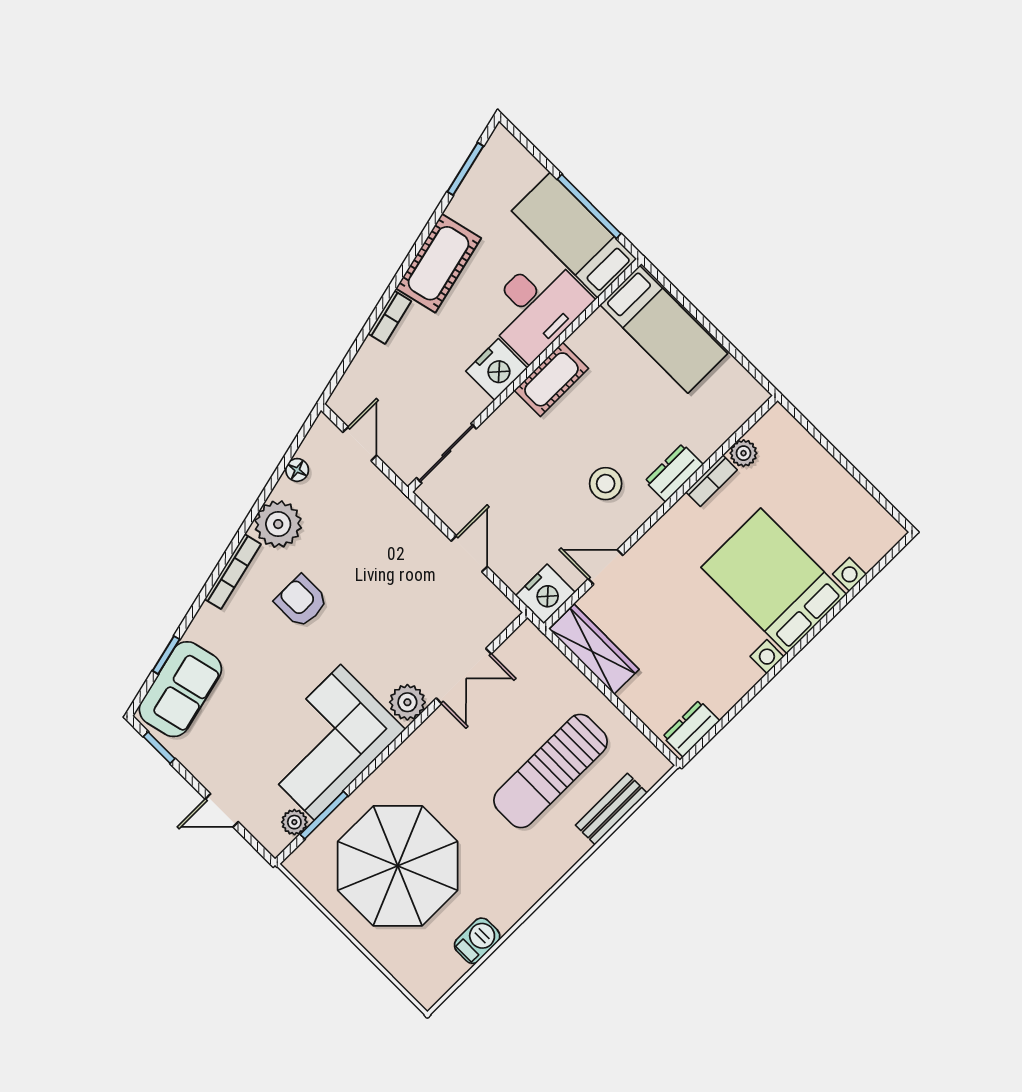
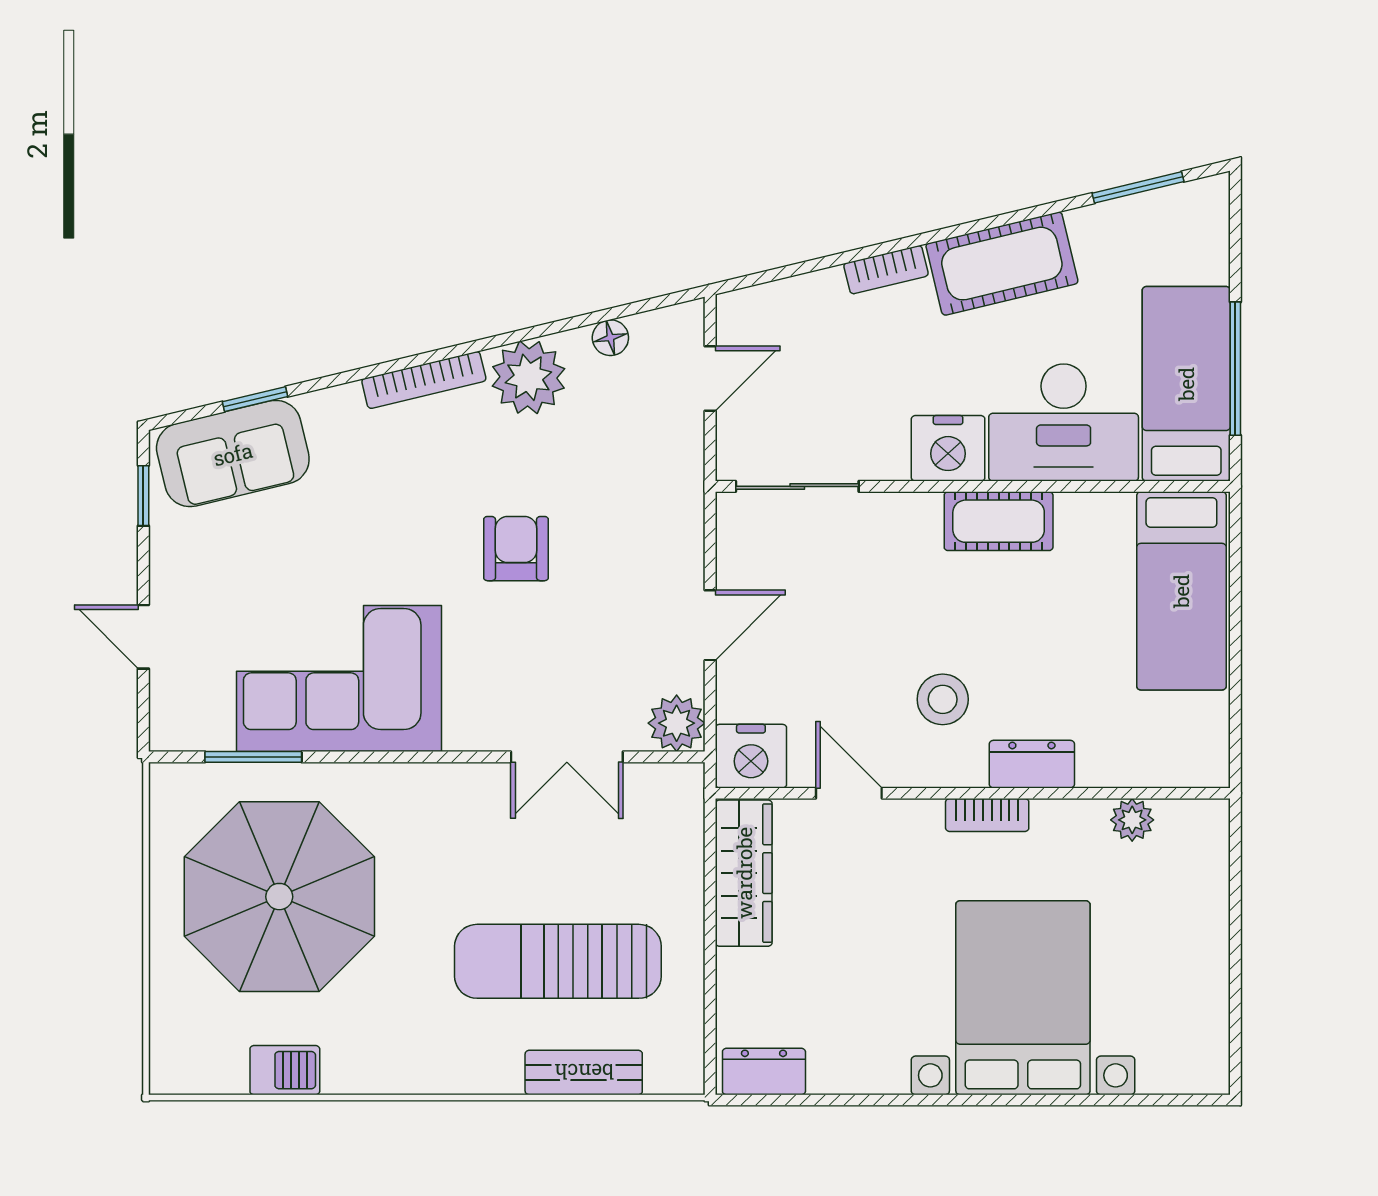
bookcase: (711, 481) -> (987, 815), moved
armchair: (301, 601) -> (516, 549), moved
plant: (407, 702) -> (677, 723), moved
plant: (294, 822) -> (212, 731), removed

